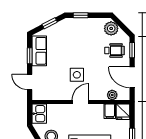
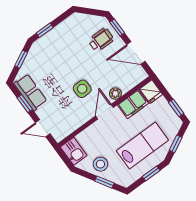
plant: (111, 28) -> (82, 22), removed
plant: (112, 95) -> (115, 94), moved
filing cabinet: (110, 111) -> (133, 104), width x2.00

